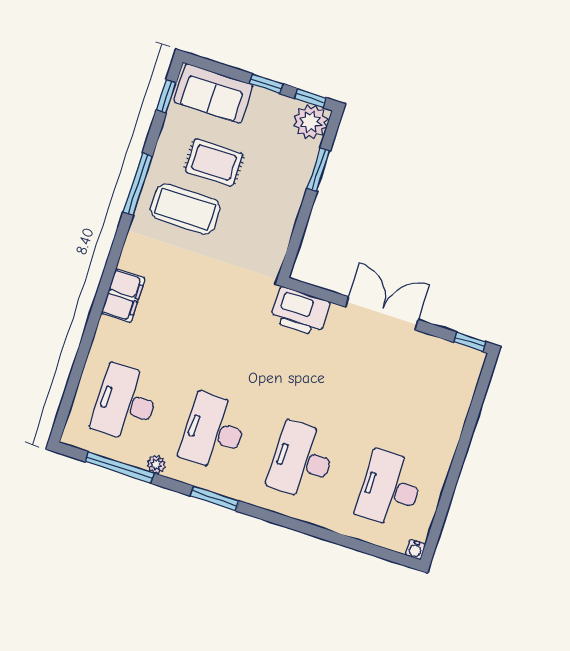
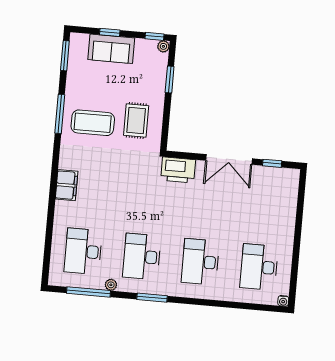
window: (266, 84) -> (110, 32), moved
sofa: (213, 93) -> (111, 49), moved
window: (166, 96) -> (65, 56), width x1.50
plant: (310, 122) -> (163, 46), width x0.53, depth x0.53
rug: (214, 163) -> (136, 120), moved, turned 90
double door: (382, 313) -> (229, 159), swing flipped
window: (470, 342) -> (272, 163), moved

